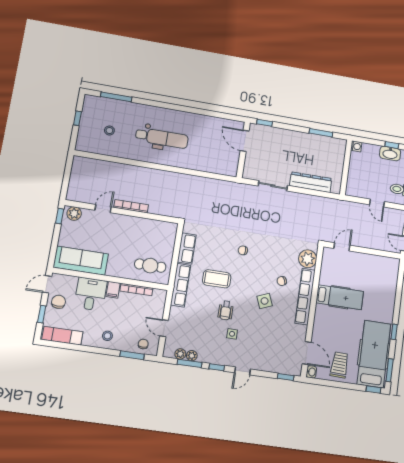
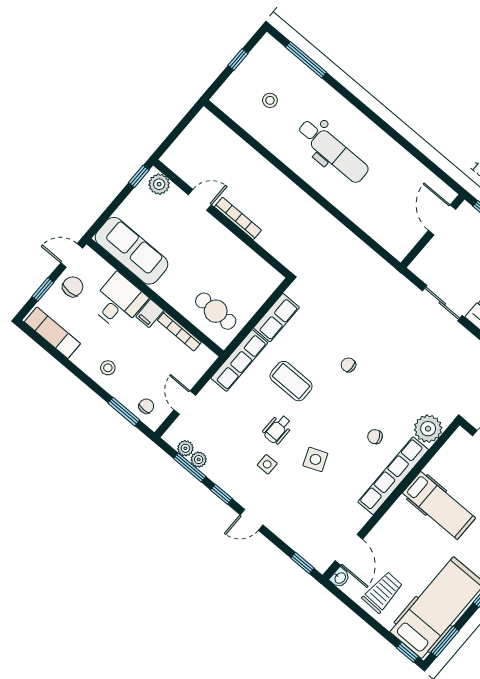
side table: (265, 301) -> (315, 459), moved

